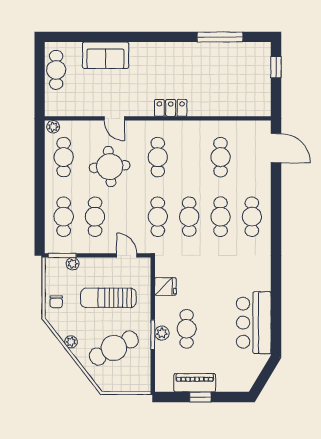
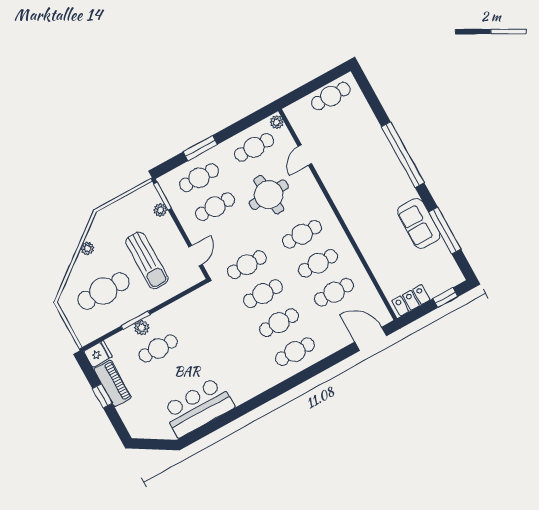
window: (138, 37) -> (403, 155), added
sofa: (105, 55) -> (419, 224), moved
locker: (171, 108) -> (411, 300), moved, turned -90
door: (114, 118) -> (305, 155), moved
door: (276, 148) -> (371, 339), swing flipped
cafe table: (189, 157) -> (318, 263), added
window: (40, 202) -> (200, 148), added
fridge: (165, 286) -> (98, 354), moved, turned -90
sun lounger: (108, 298) -> (147, 260), turned 180
chair: (56, 302) -> (117, 214), removed
cafe table: (114, 348) -> (103, 291), turned -62

